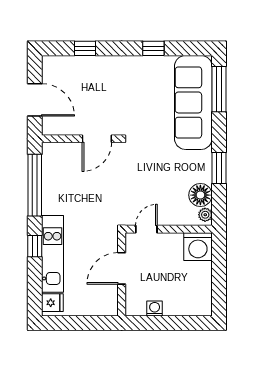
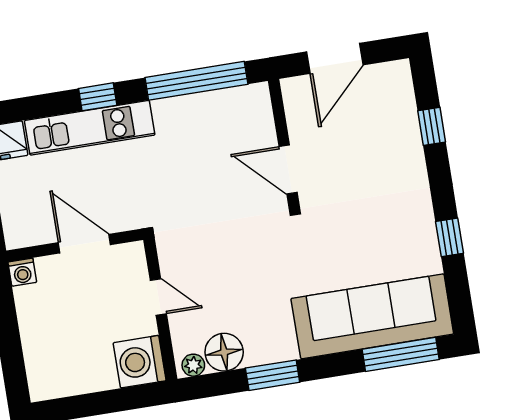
door: (146, 229) -> (158, 297), moved
washing machine: (155, 308) -> (22, 272), moved, turned 90

